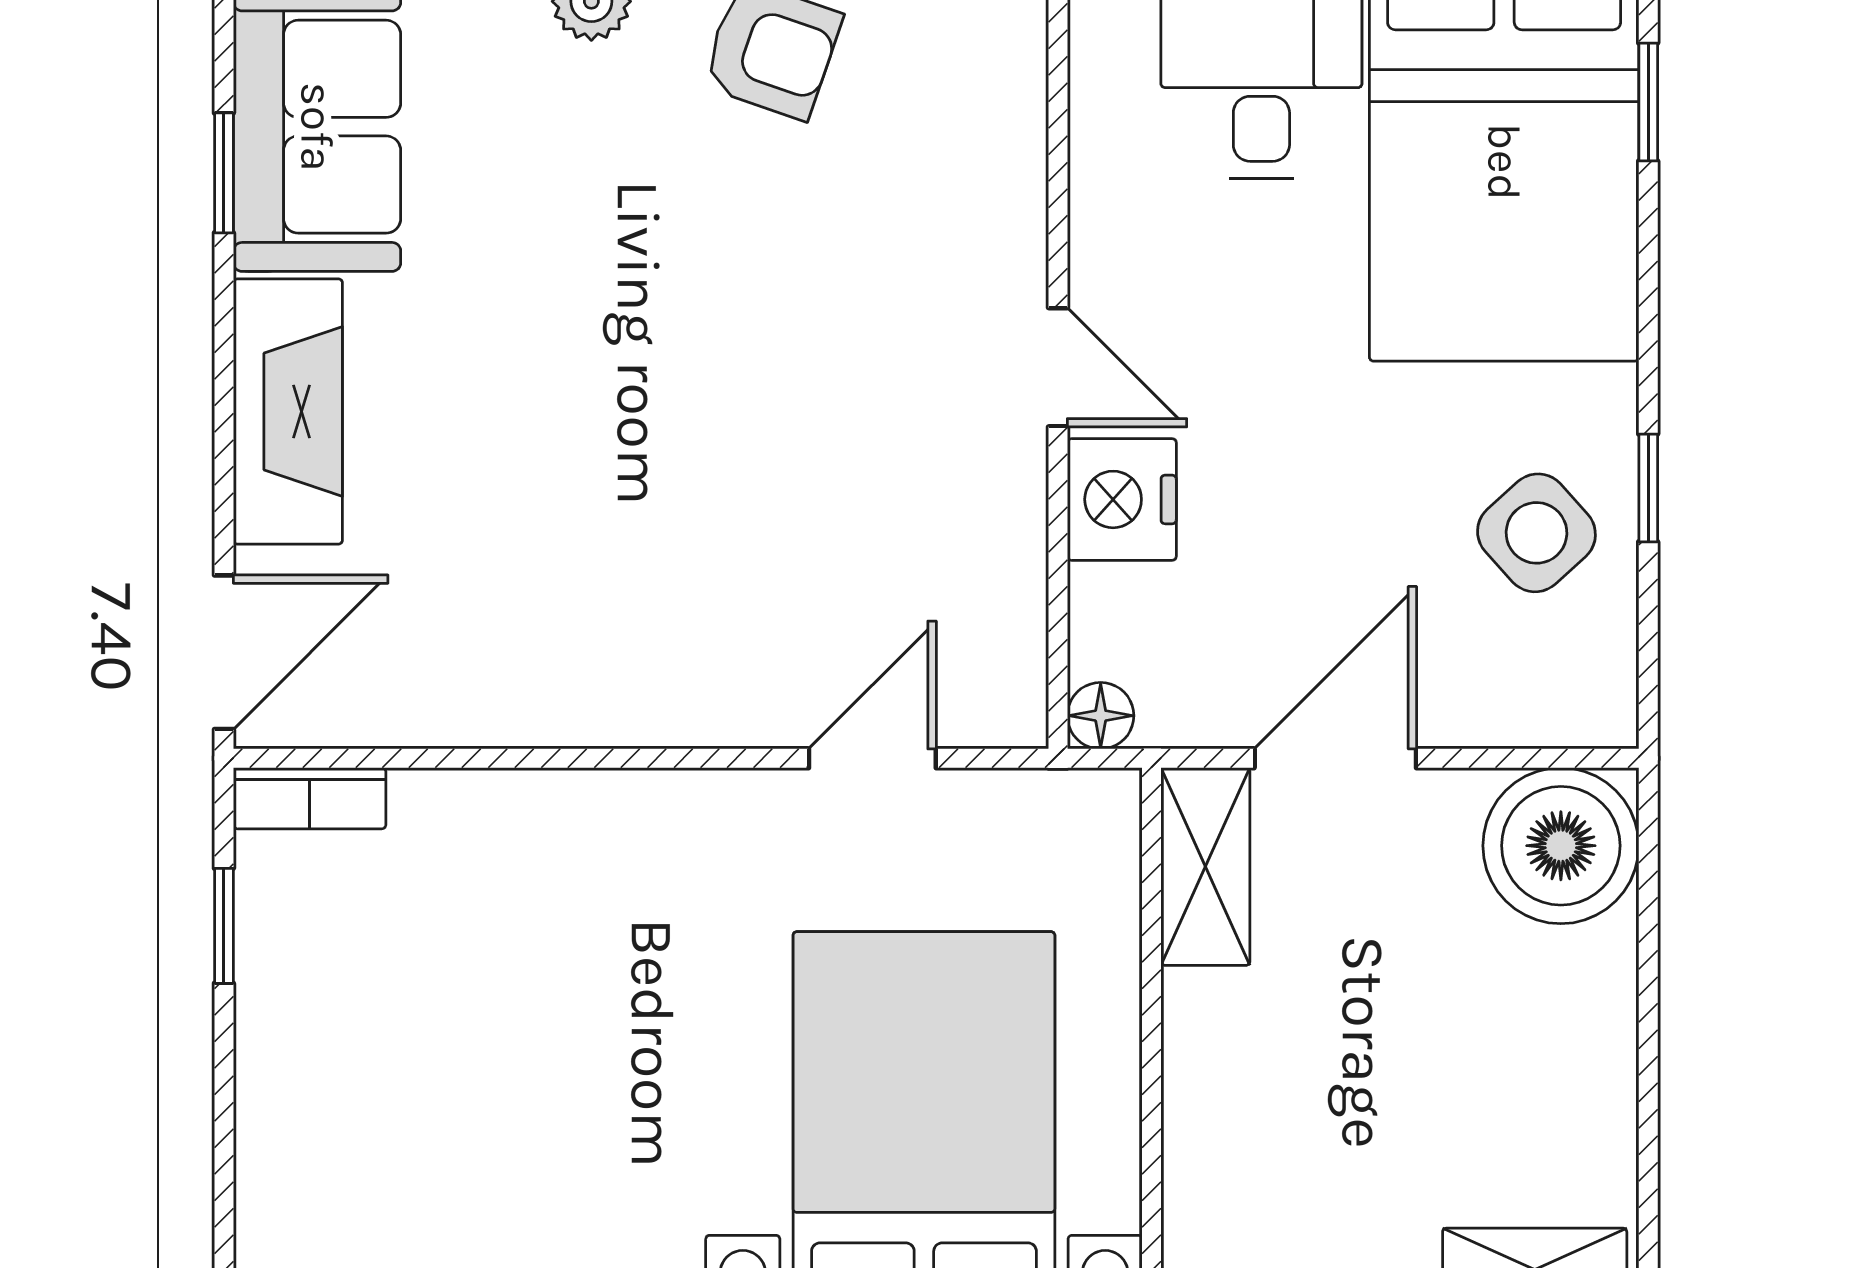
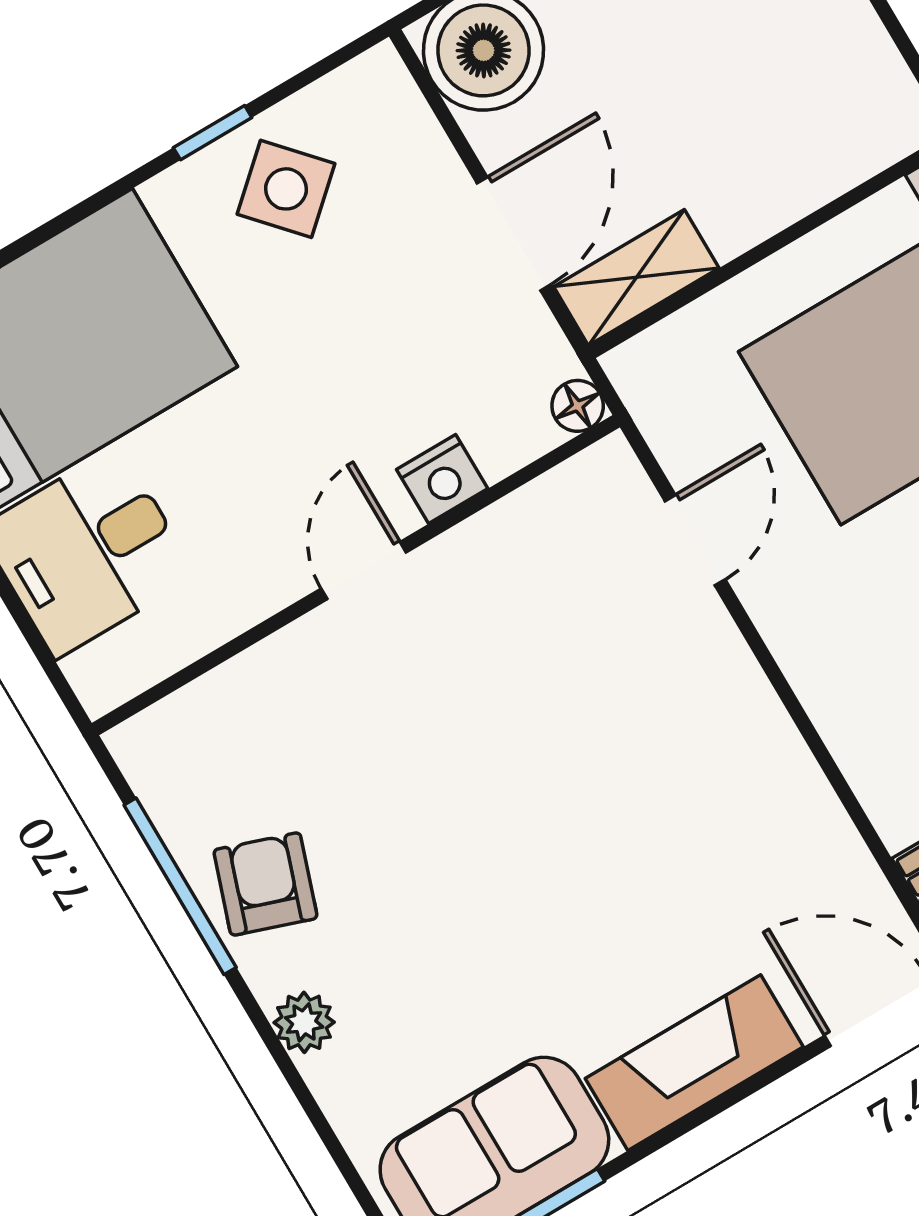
nightstand: (1122, 499) -> (442, 479), width x0.74, depth x0.75
door: (872, 758) -> (695, 540), swing flipped
door: (1335, 758) -> (514, 234), swing flipped

